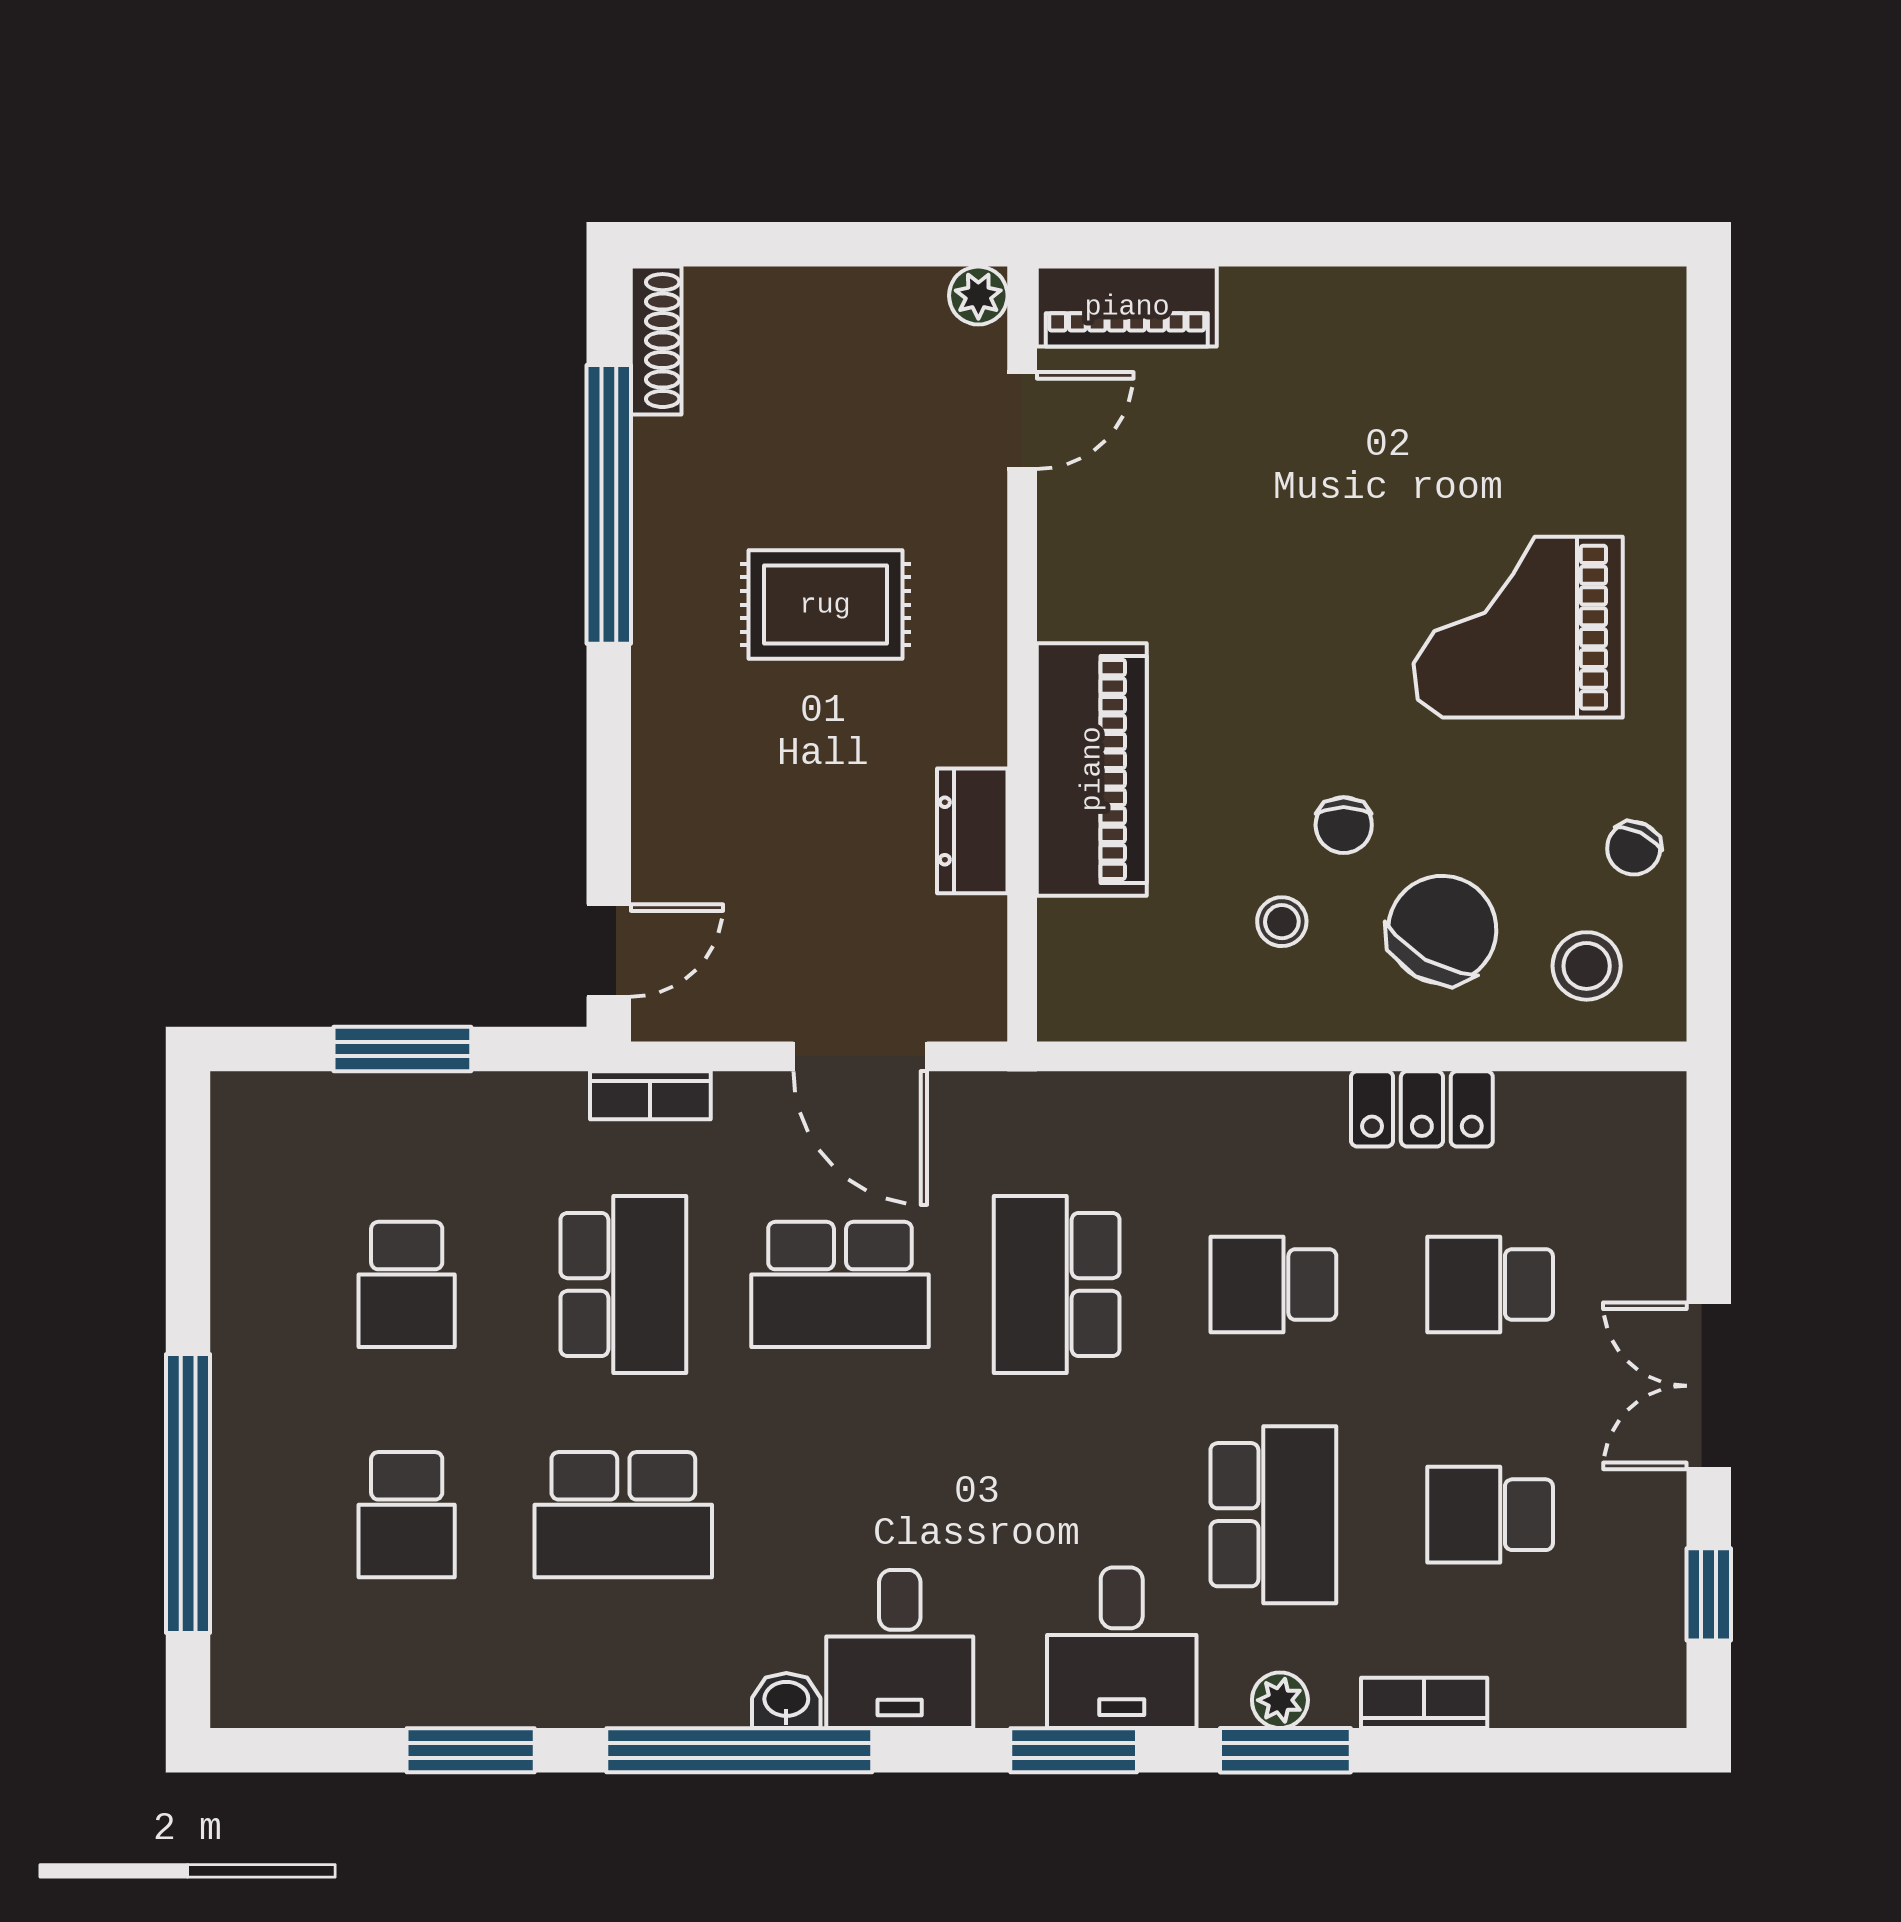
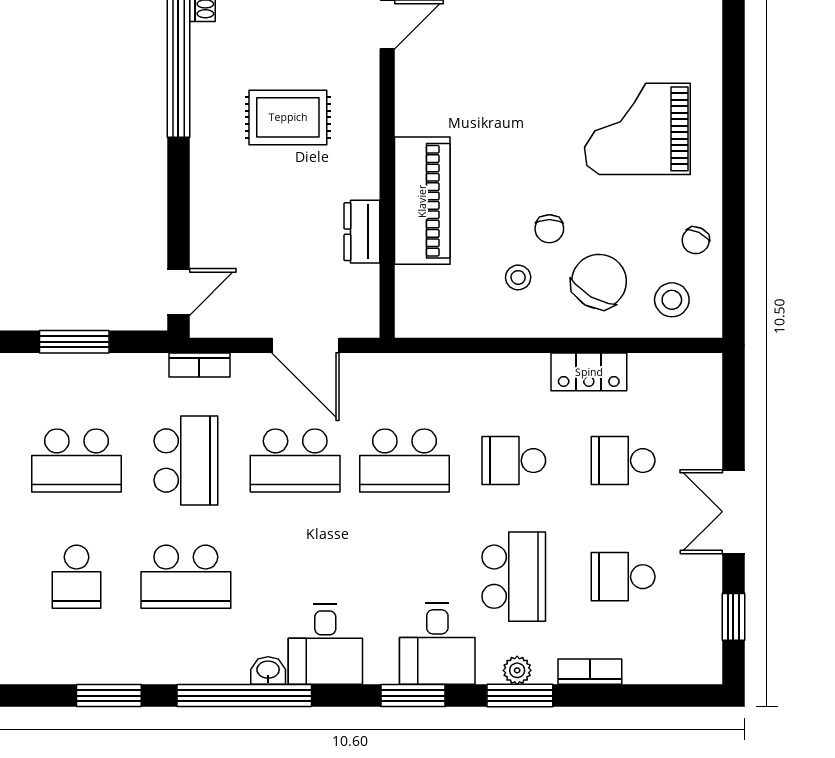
school desk: (407, 1284) -> (77, 461), width x1.85
school desk: (1057, 1284) -> (404, 461), turned -90

